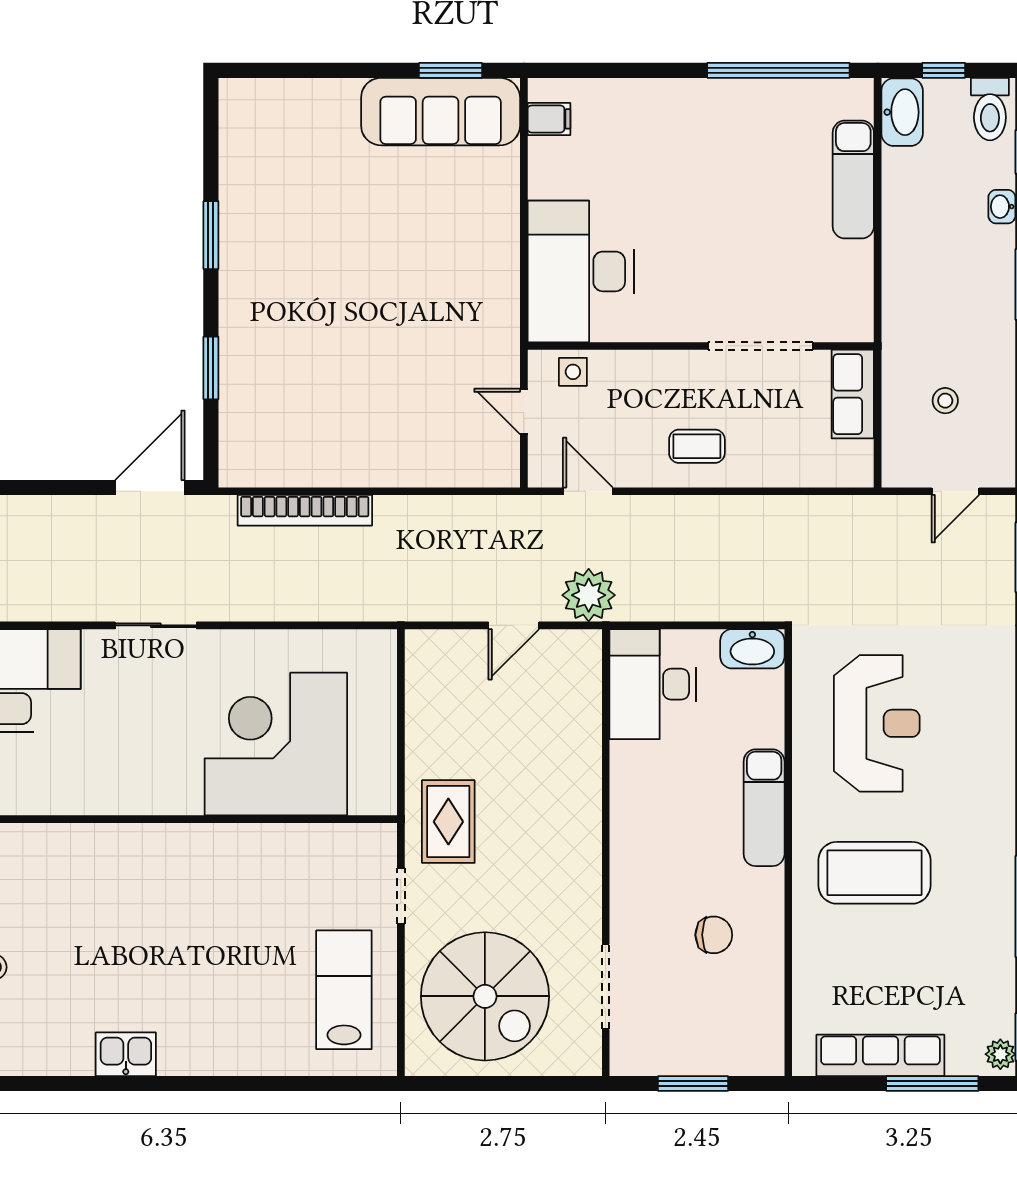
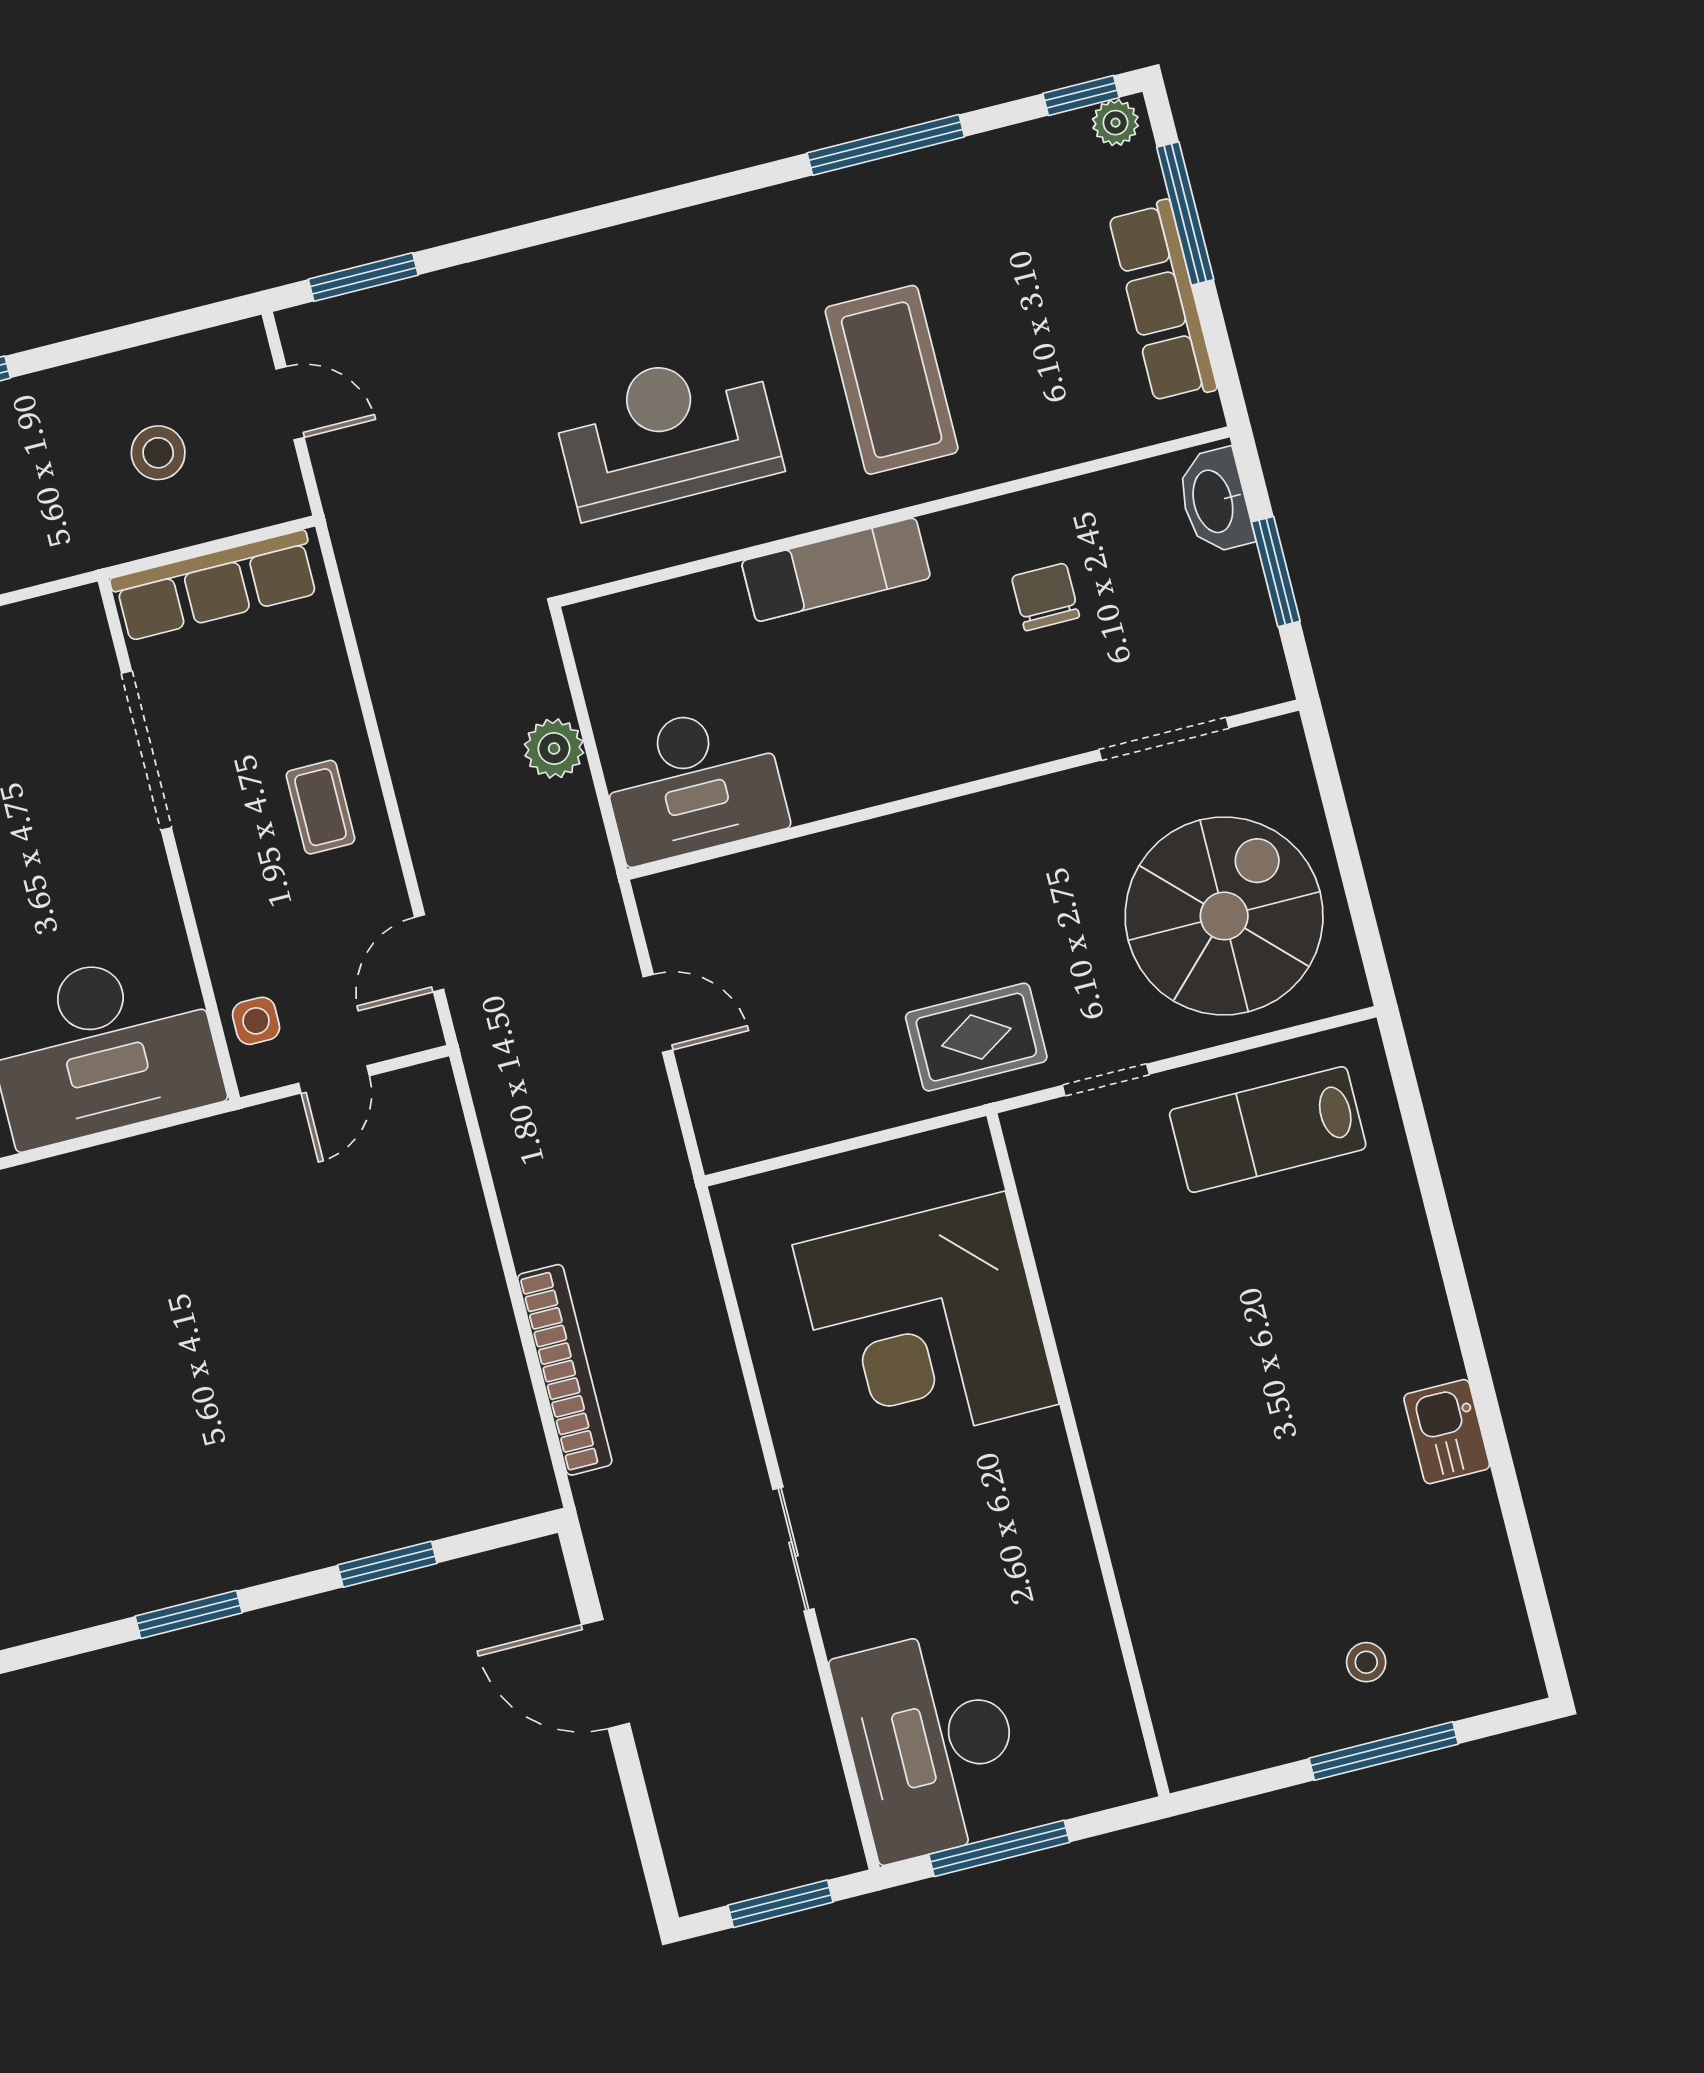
row of seats: (853, 394) -> (215, 586), width x1.48
stool: (945, 401) -> (158, 453), width x1.37, depth x1.37
door: (150, 488) -> (606, 1674), moved
plant: (589, 595) -> (554, 749), moved, width x0.73, depth x0.73
washbasin: (752, 649) -> (1215, 501), moved, turned 180

